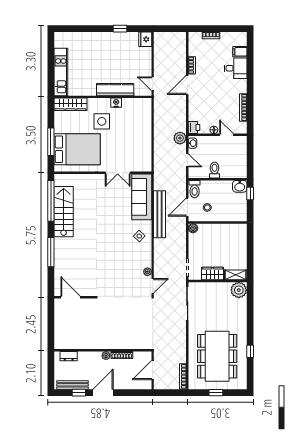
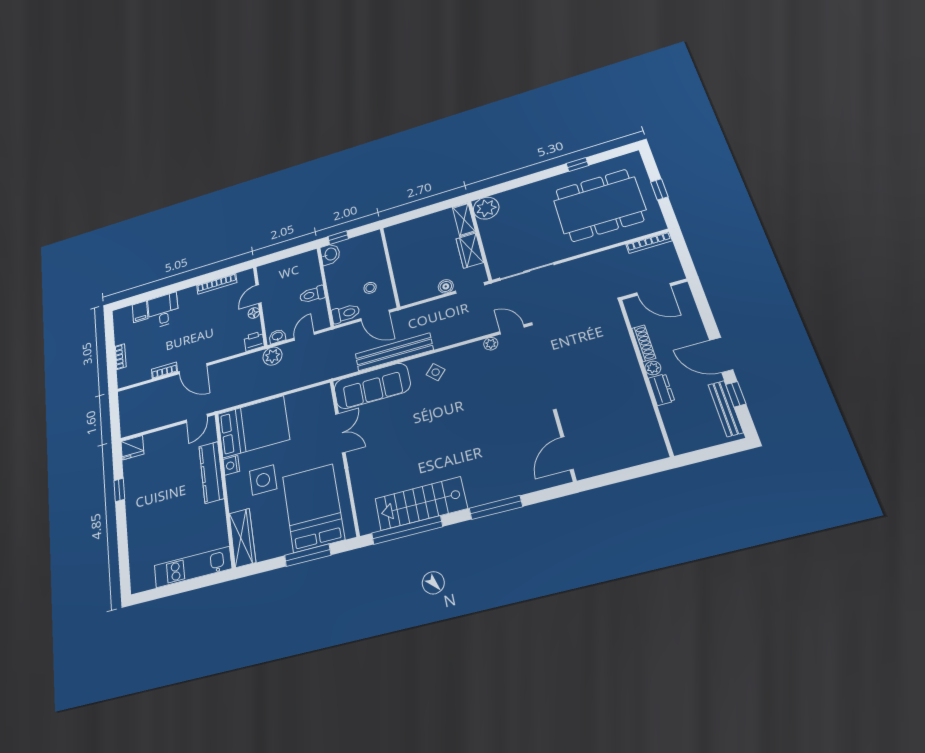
bed: (137, 120) -> (253, 427), added
boiler: (193, 228) -> (446, 286), moved
dresser: (69, 356) -> (661, 390), moved

